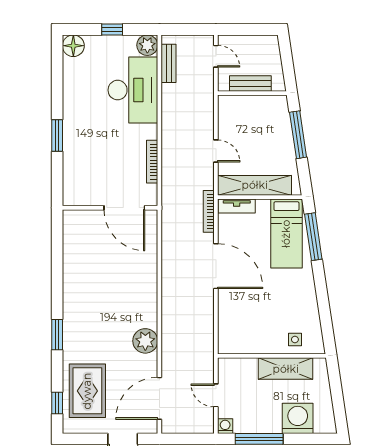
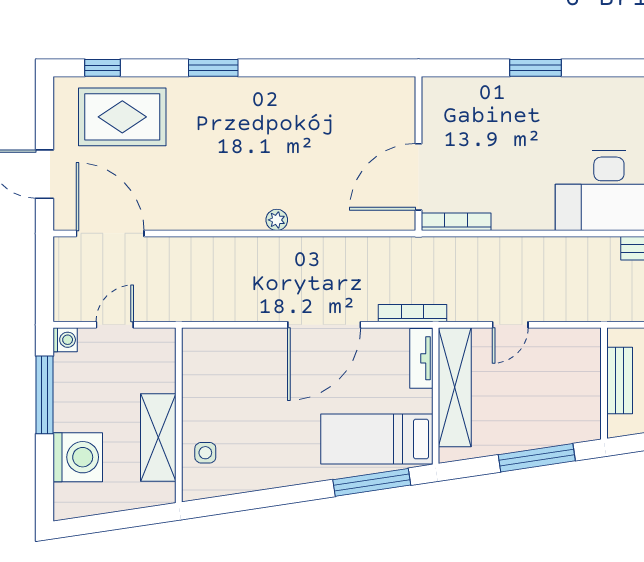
bookcase: (152, 162) -> (456, 222), moved
plant: (145, 341) -> (277, 220), moved, width x0.53, depth x0.53

